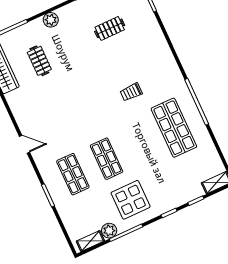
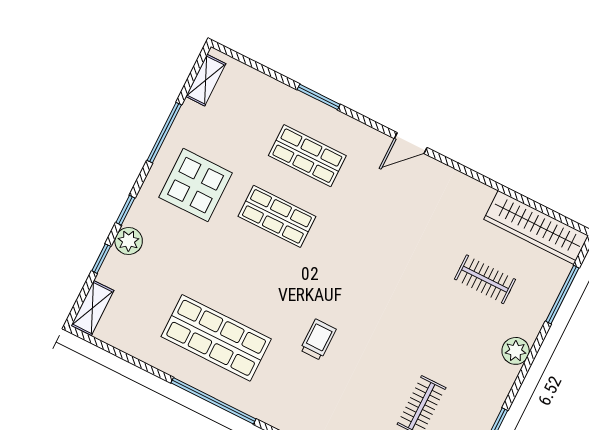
plant: (109, 231) -> (129, 241), moved

